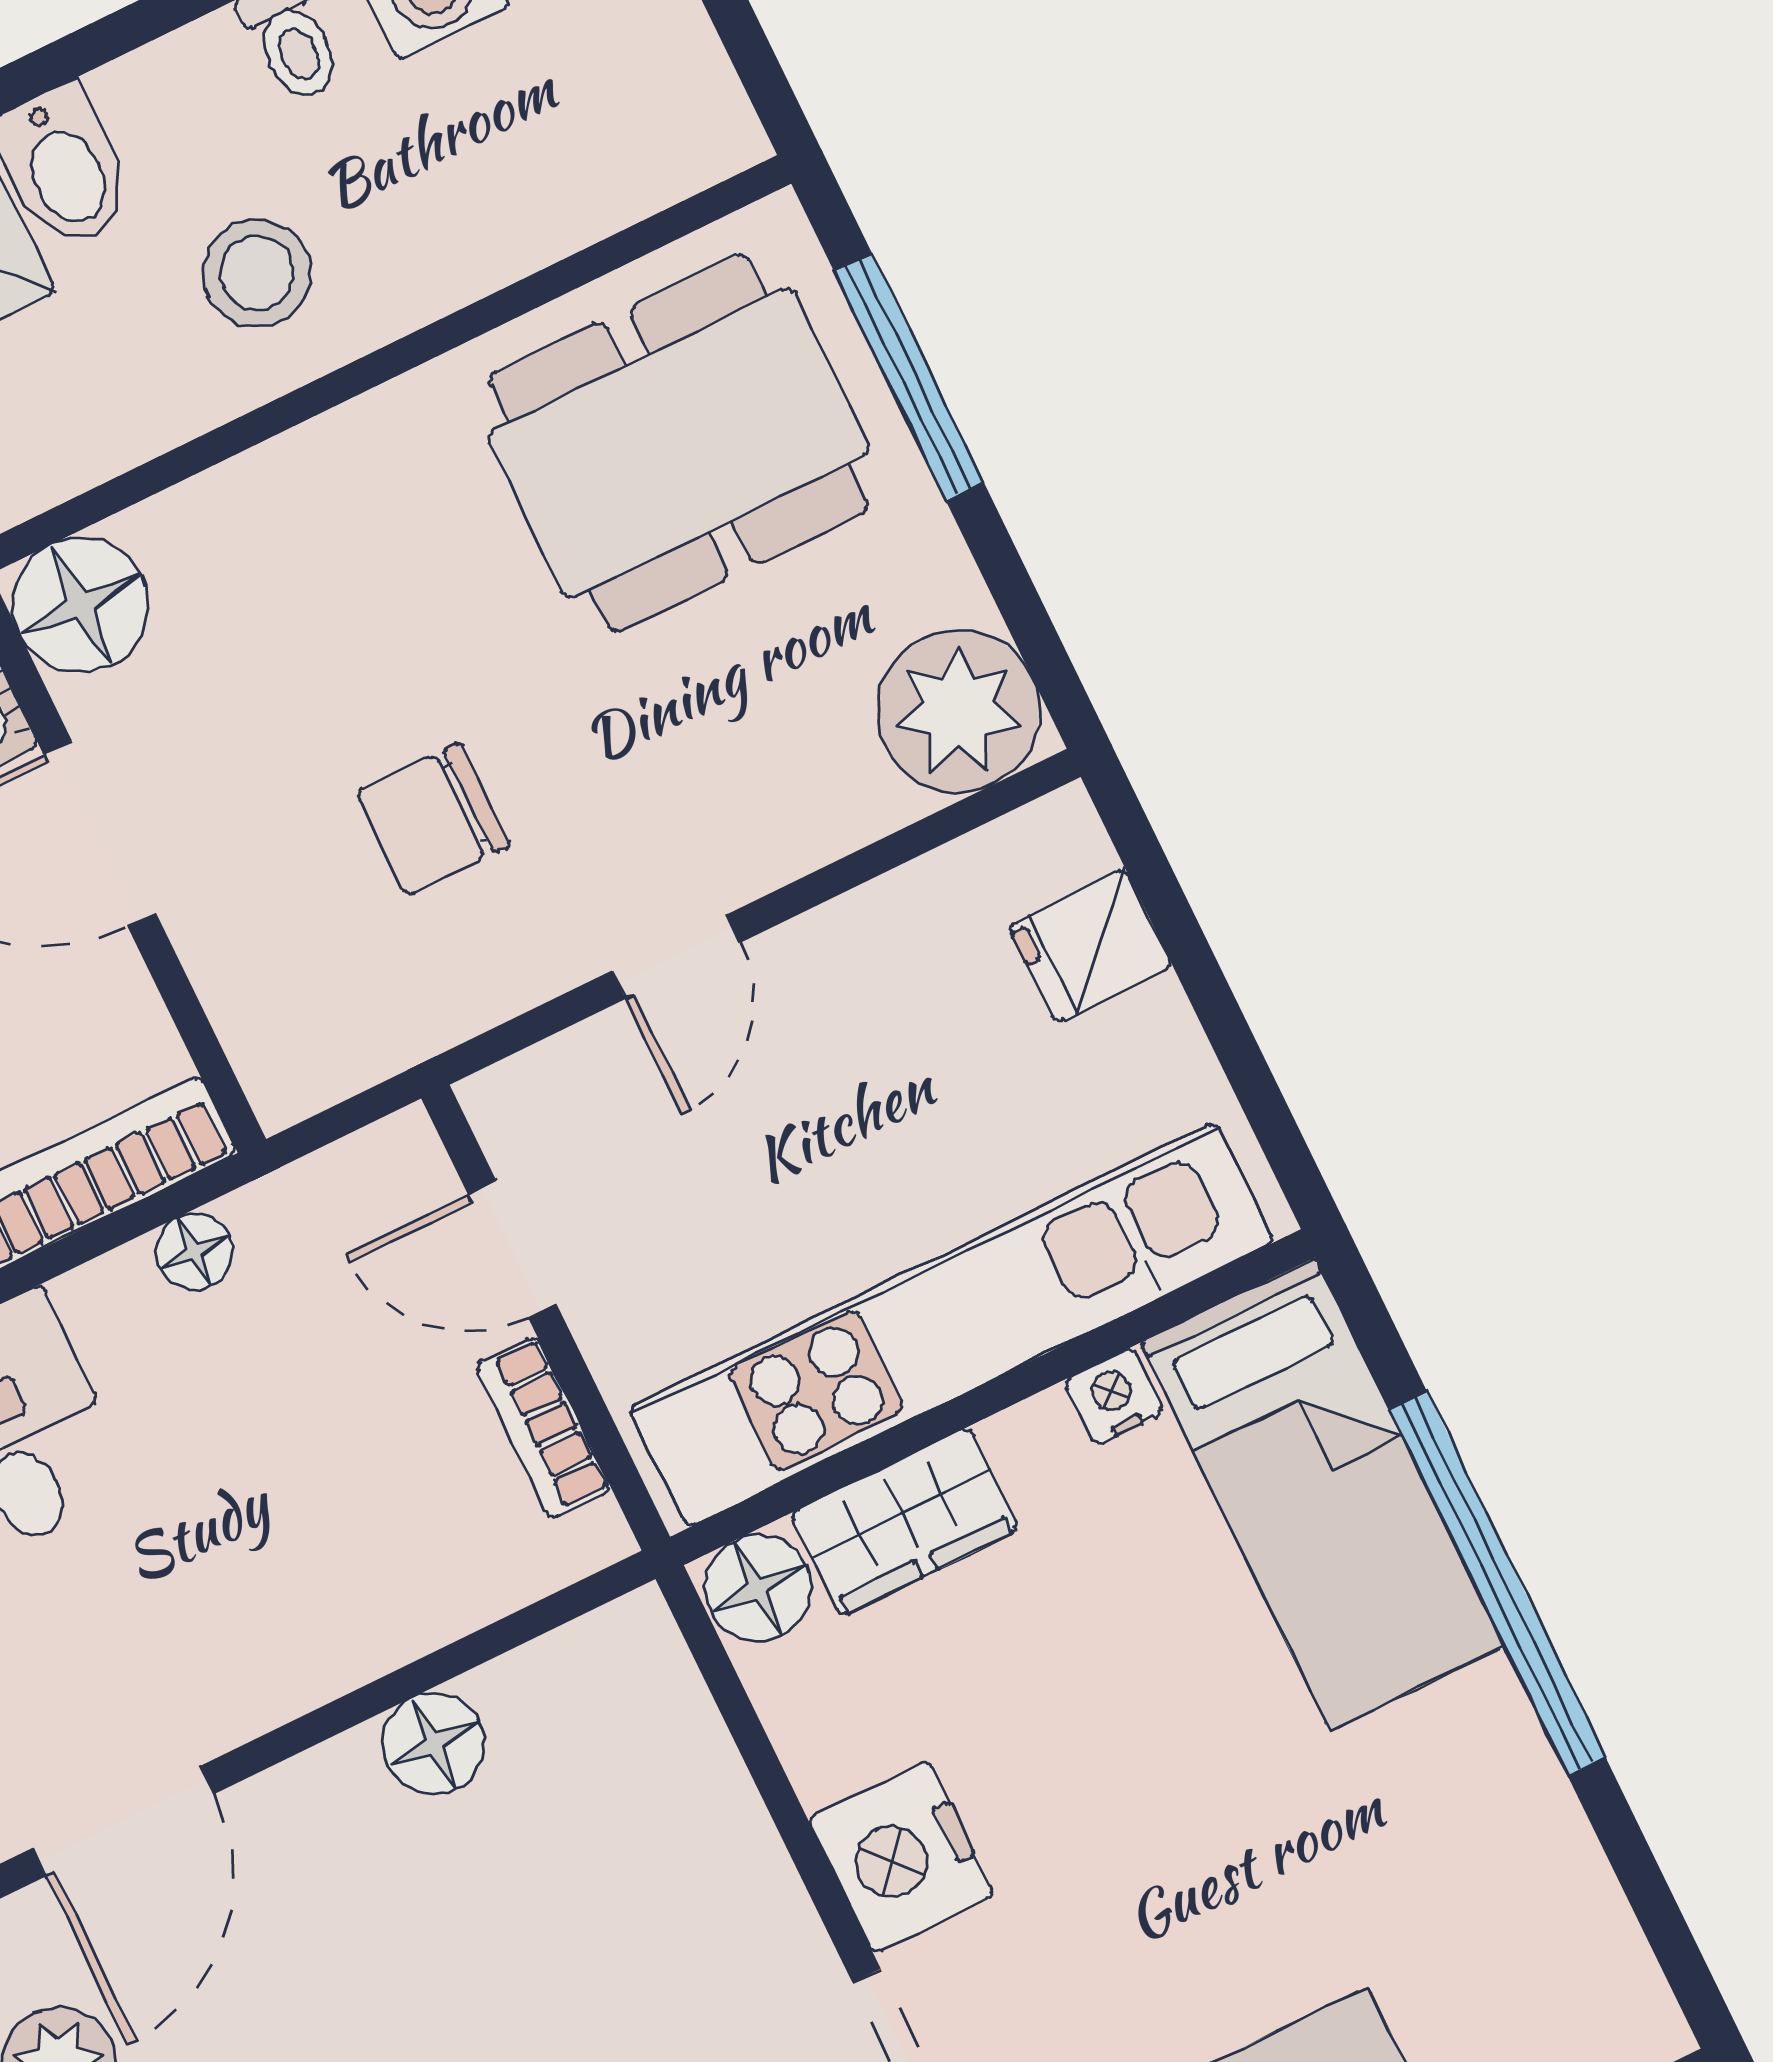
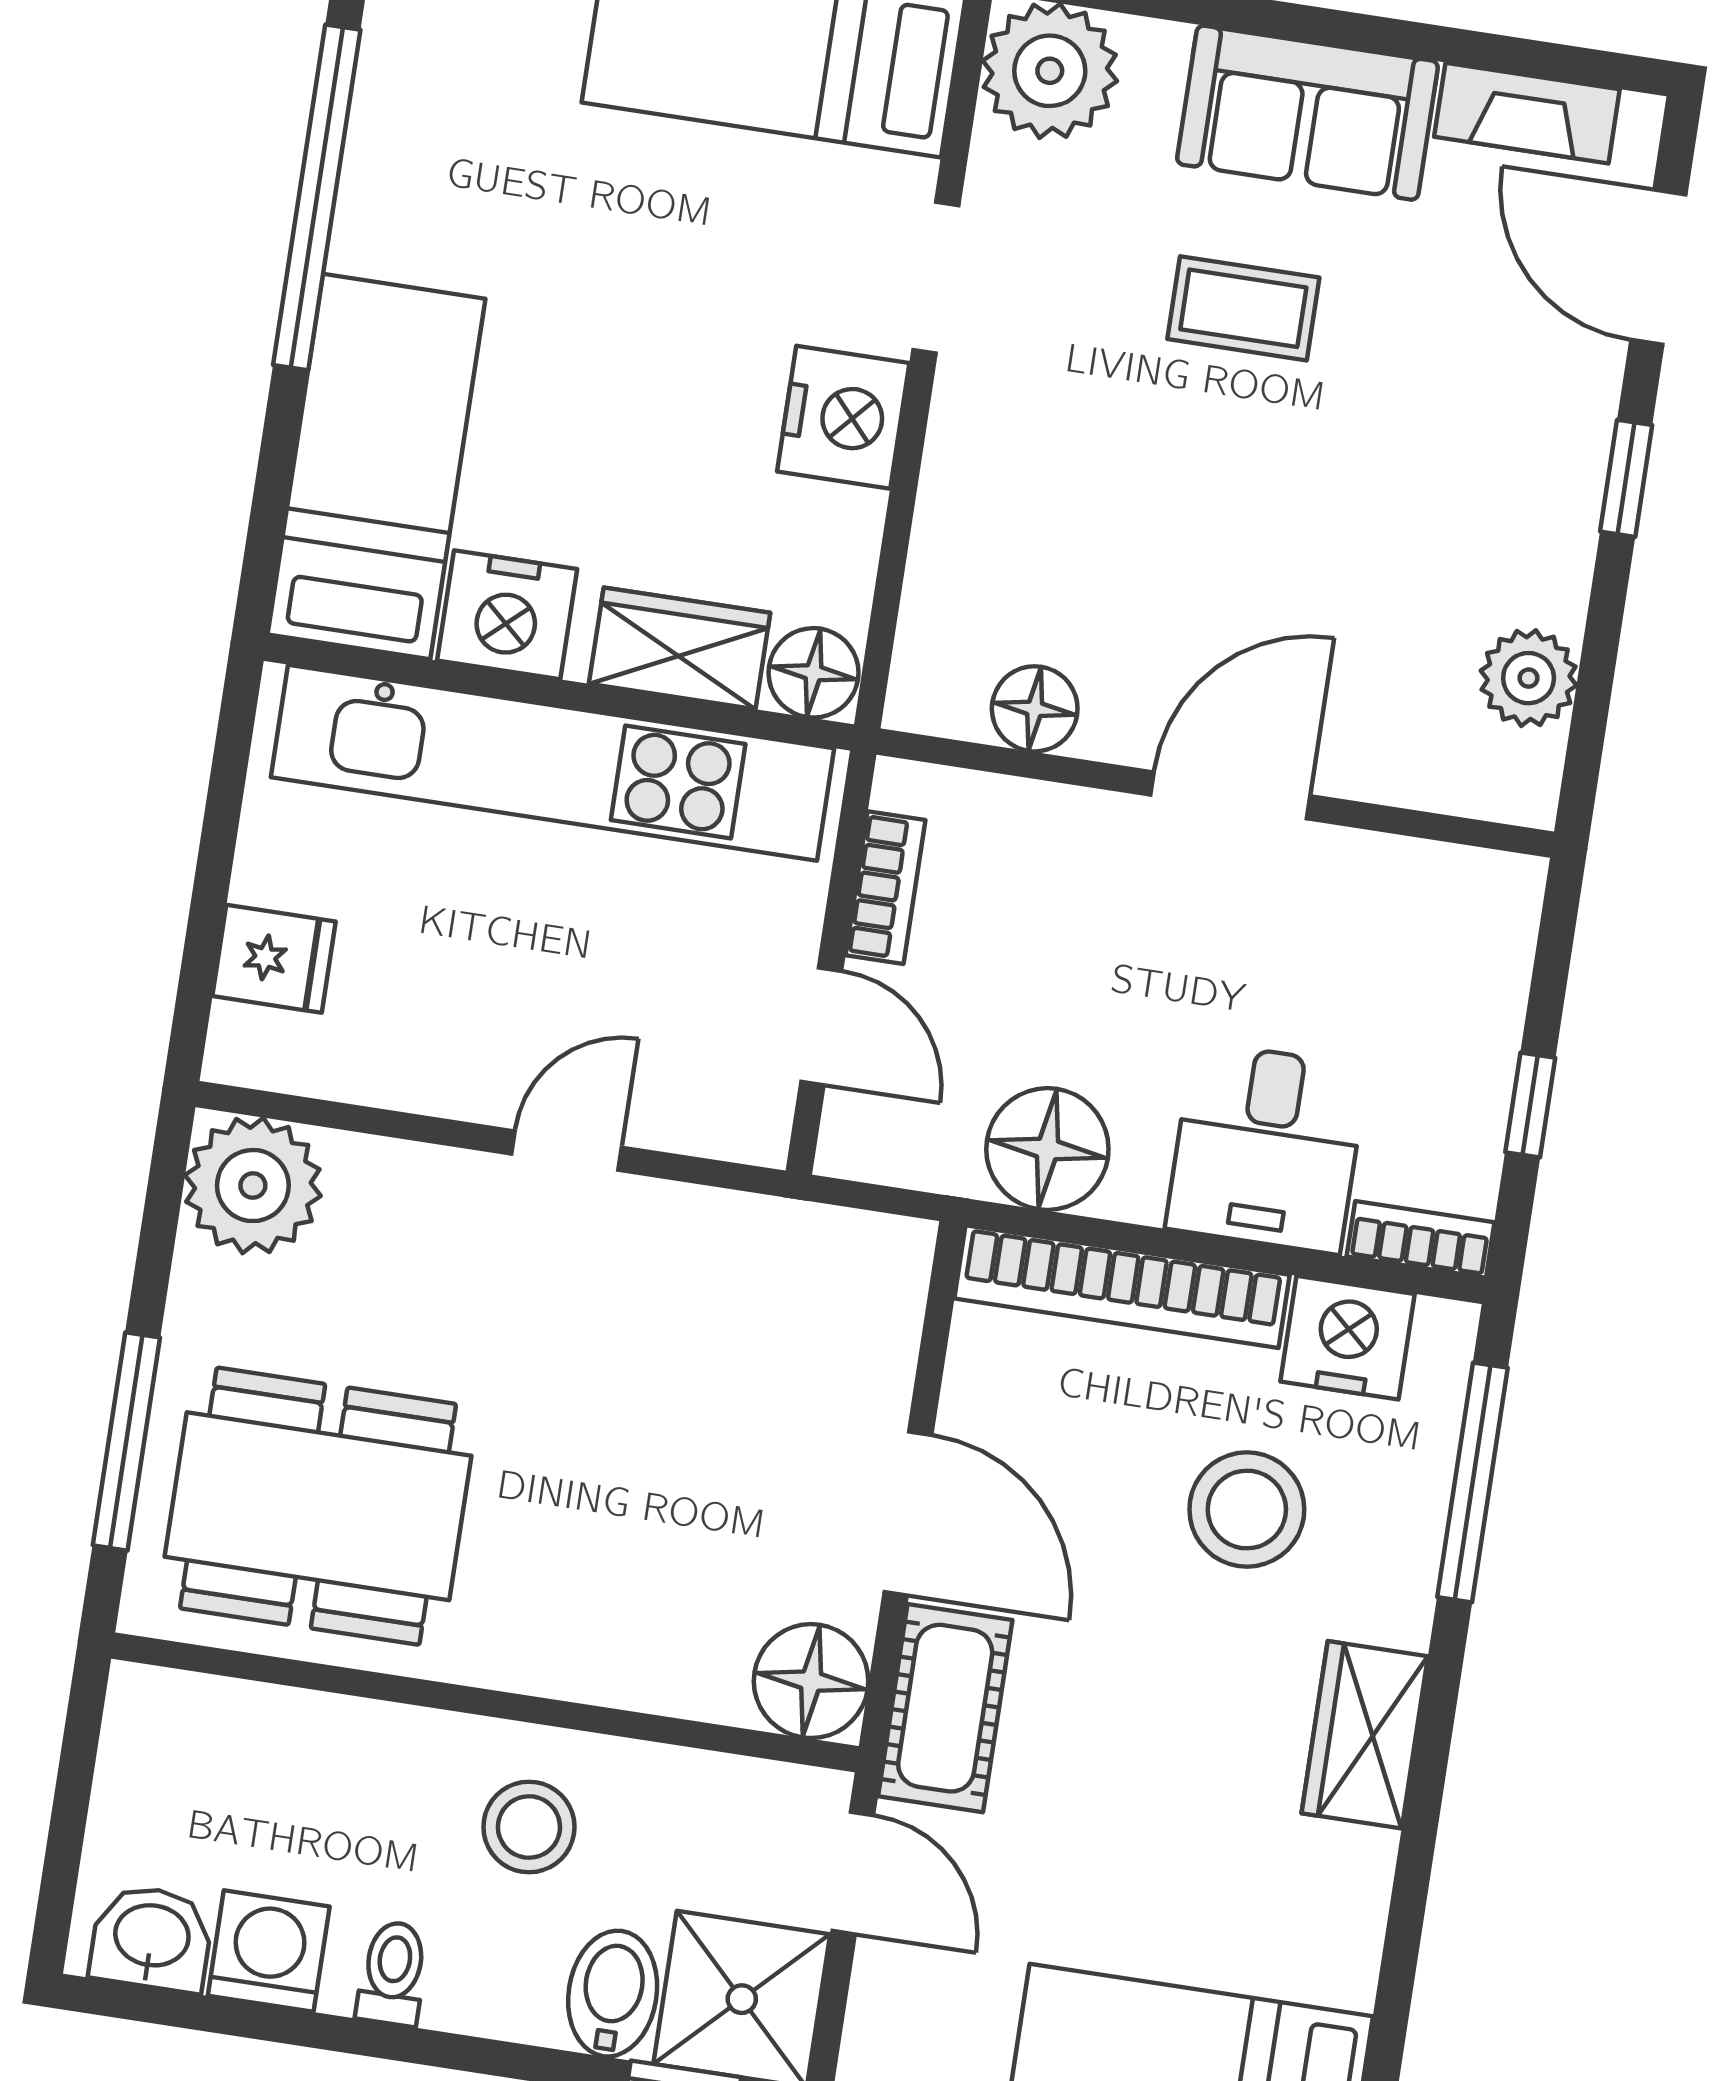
chair: (433, 819) -> (669, 1363), removed
floor lamp: (195, 1252) -> (1047, 1149), width x1.89, depth x1.89
nightstand: (1114, 1396) -> (507, 615), width x1.89, depth x1.79
window: (1497, 1584) -> (317, 197), moved
floor lamp: (433, 1744) -> (1035, 709), moved
door: (124, 1821) -> (1230, 795), moved

